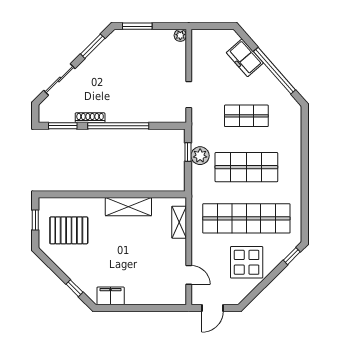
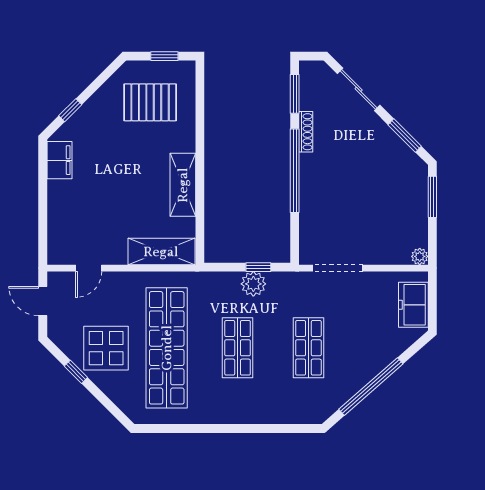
freezer: (245, 58) -> (413, 305), moved, turned -49
doorway: (189, 95) -> (338, 268), width x1.38
shop shelf: (246, 167) -> (238, 348), width x0.70, depth x0.74
shelving: (179, 222) -> (161, 252), width x1.50, depth x1.33
pallet: (69, 230) -> (150, 102), turned 90
window: (292, 256) -> (76, 372), moved

